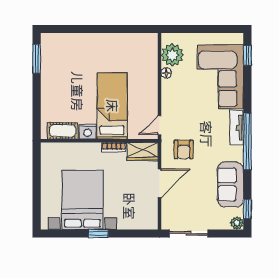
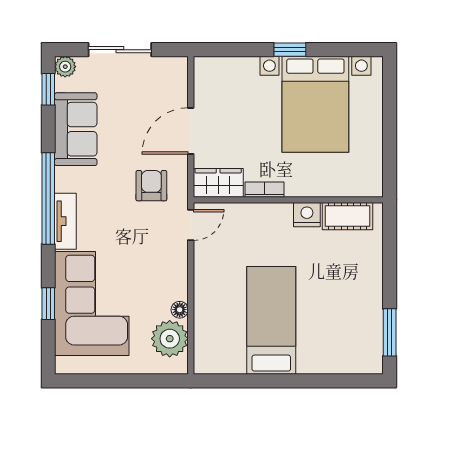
window: (247, 55) -> (48, 304), moved
bed: (112, 106) -> (271, 320), moved, turned 180
sliding door: (189, 233) -> (120, 50), moved

